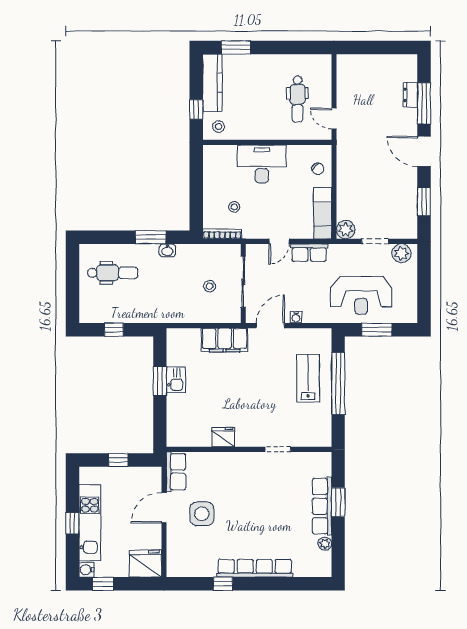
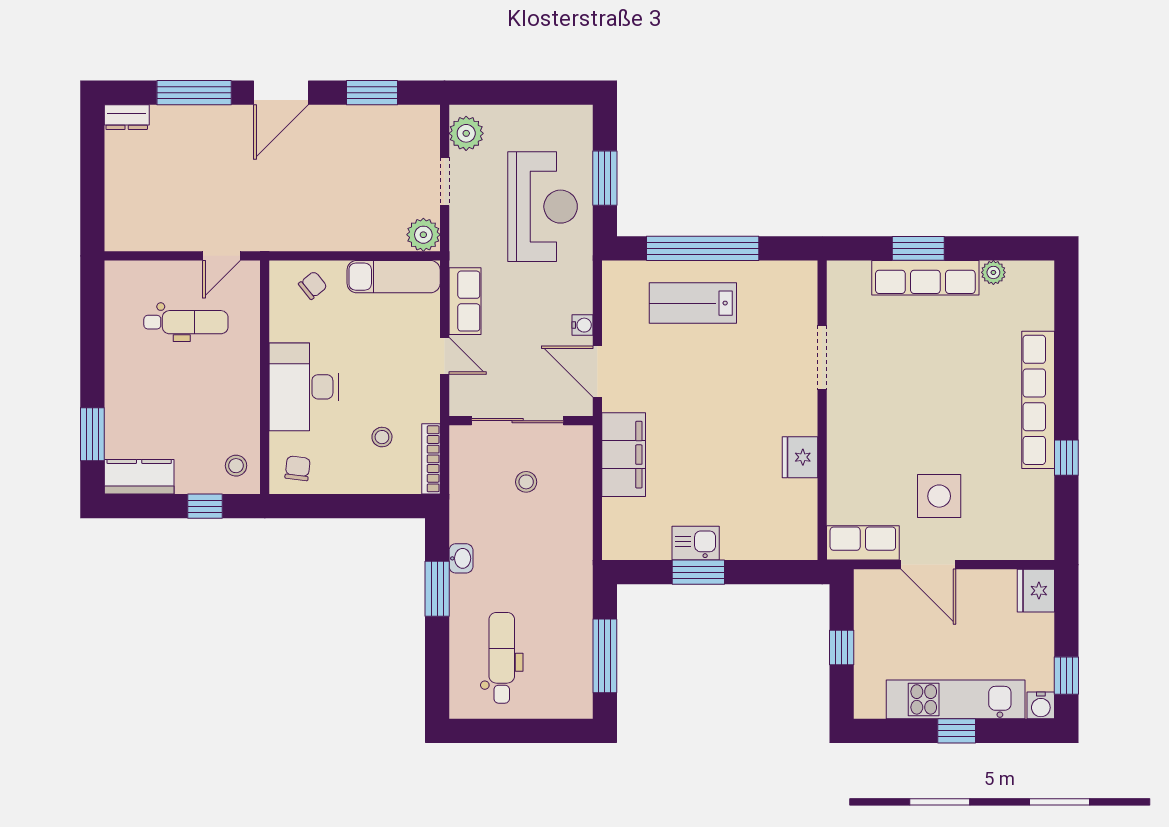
kitchen counter: (212, 83) -> (139, 477), width x0.67
dresser: (410, 95) -> (127, 117), moved
chair: (217, 160) -> (298, 468), added
window: (114, 330) -> (605, 656), width x2.17
doorway: (278, 449) -> (822, 357), width x1.38
fridge: (145, 564) -> (1036, 591), width x0.73, depth x0.75

